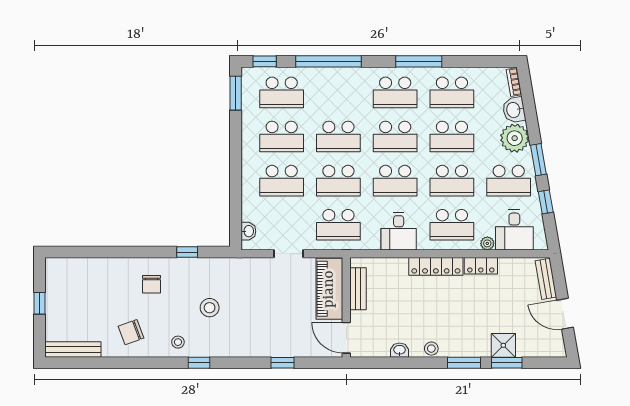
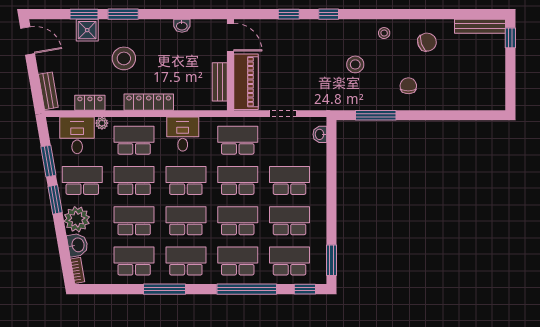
school desk: (338, 92) -> (238, 261), added
window: (546, 202) -> (48, 161), width x1.50
window: (187, 252) -> (376, 115), width x2.17
locker: (481, 266) -> (90, 103), moved
window: (40, 303) -> (510, 38), moved
door: (565, 314) -> (28, 41), moved
stool: (431, 349) -> (124, 58), moved, width x1.89, depth x1.89
window: (199, 363) -> (329, 14), moved

